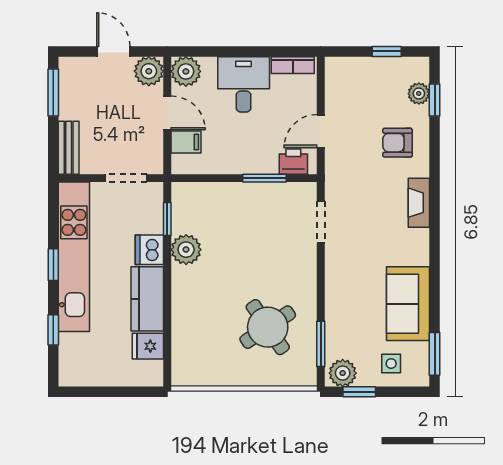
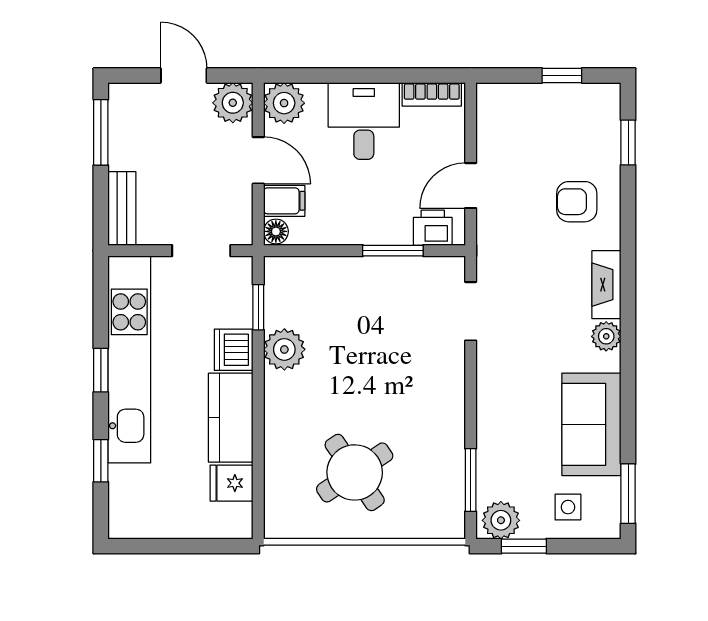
plant: (419, 94) -> (606, 336), moved
floor lamp: (180, 164) -> (276, 231), added
round table: (268, 327) -> (355, 472), moved

